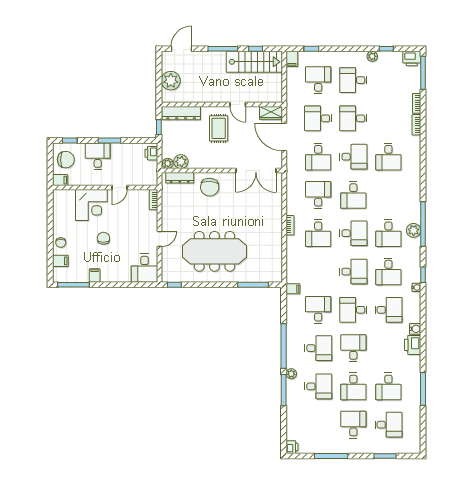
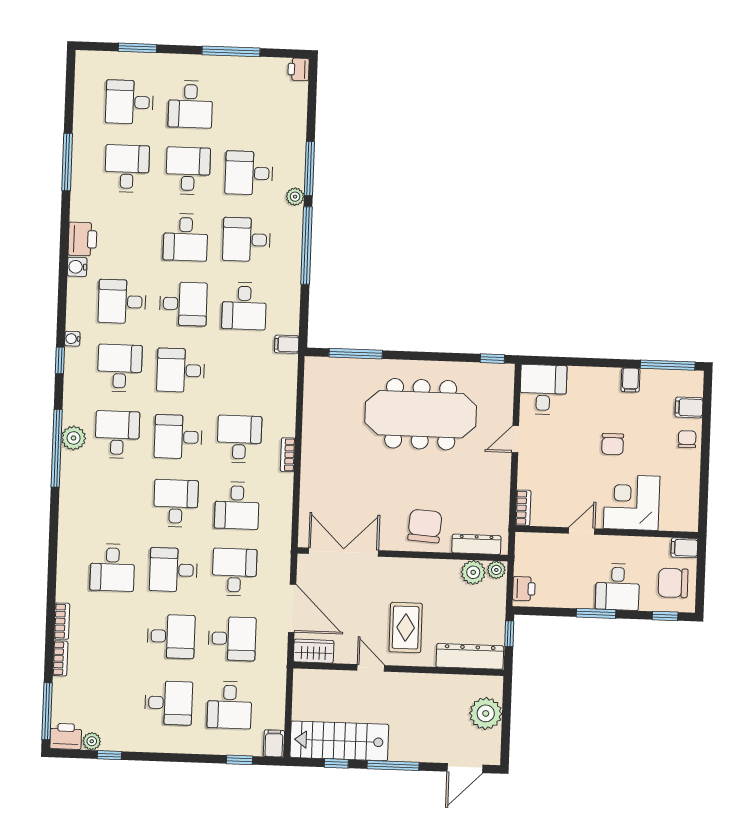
plant: (372, 56) -> (92, 741), moved
desk: (388, 157) -> (112, 568), turned 180

